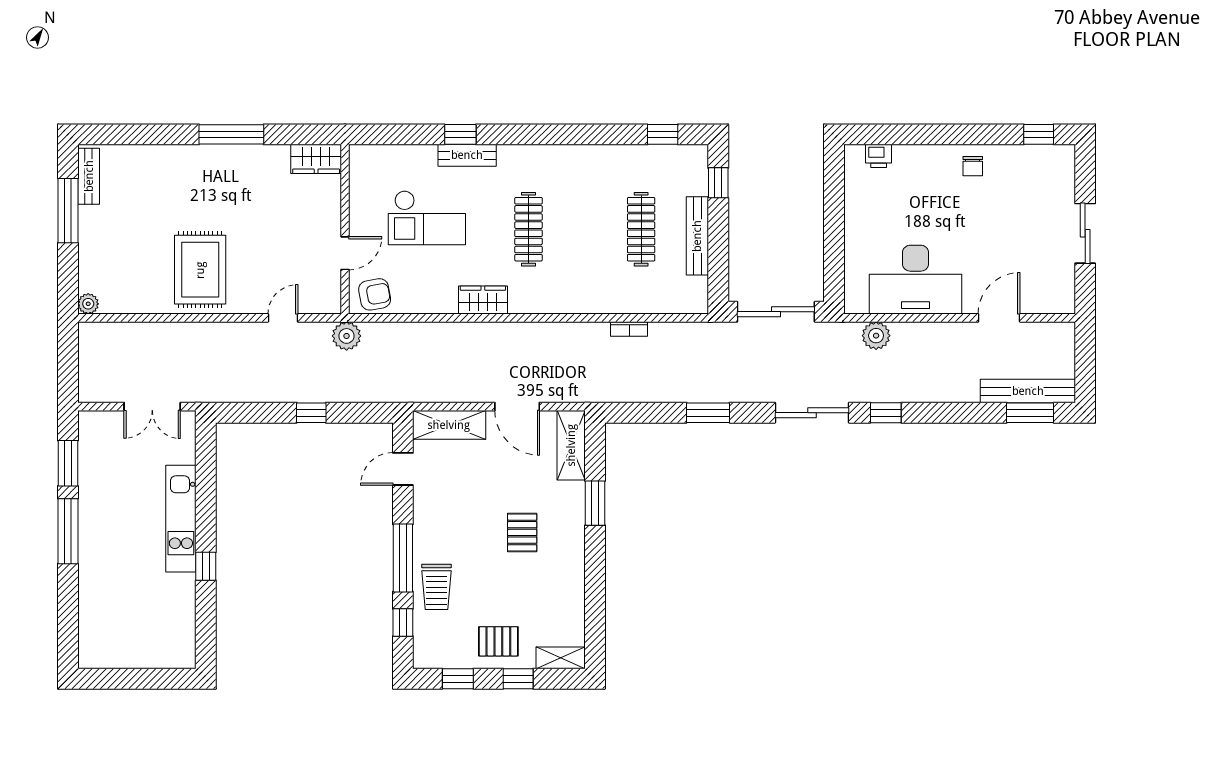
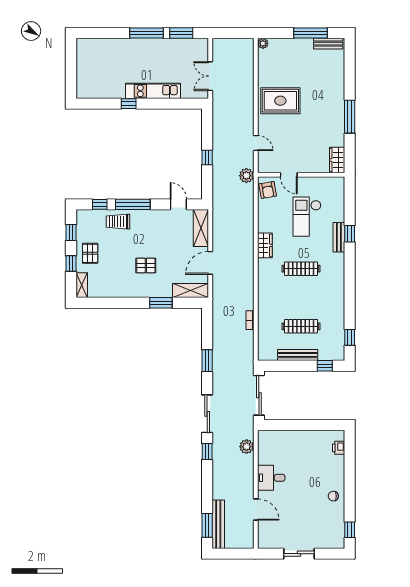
desk: (916, 280) -> (271, 478), width x0.53, depth x0.77

